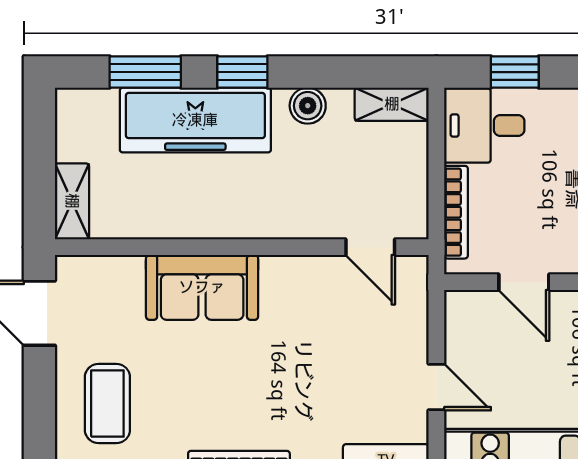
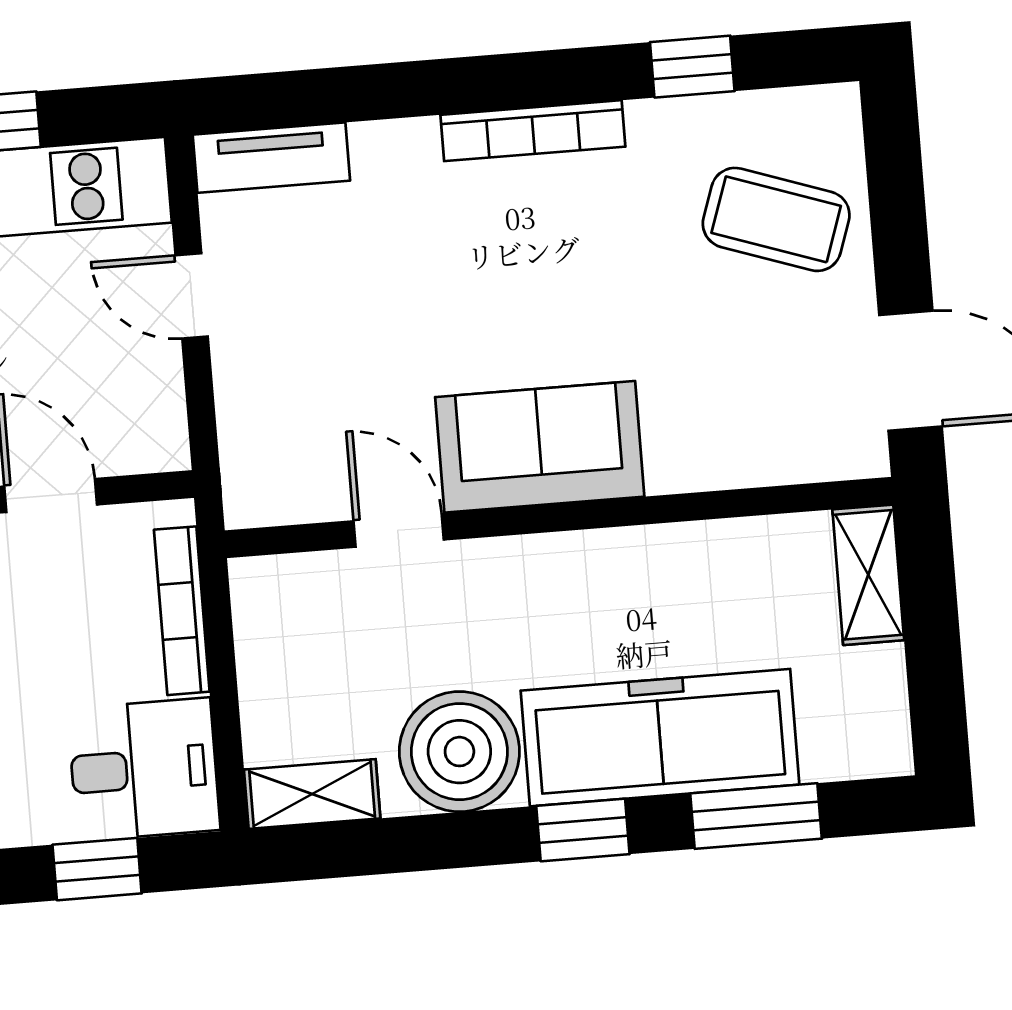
boiler: (308, 106) -> (459, 752), width x1.86, depth x1.86
door: (370, 247) -> (399, 530), moved
sofa: (202, 287) -> (540, 447), moved
coffee table: (107, 403) -> (776, 219), turned -71

